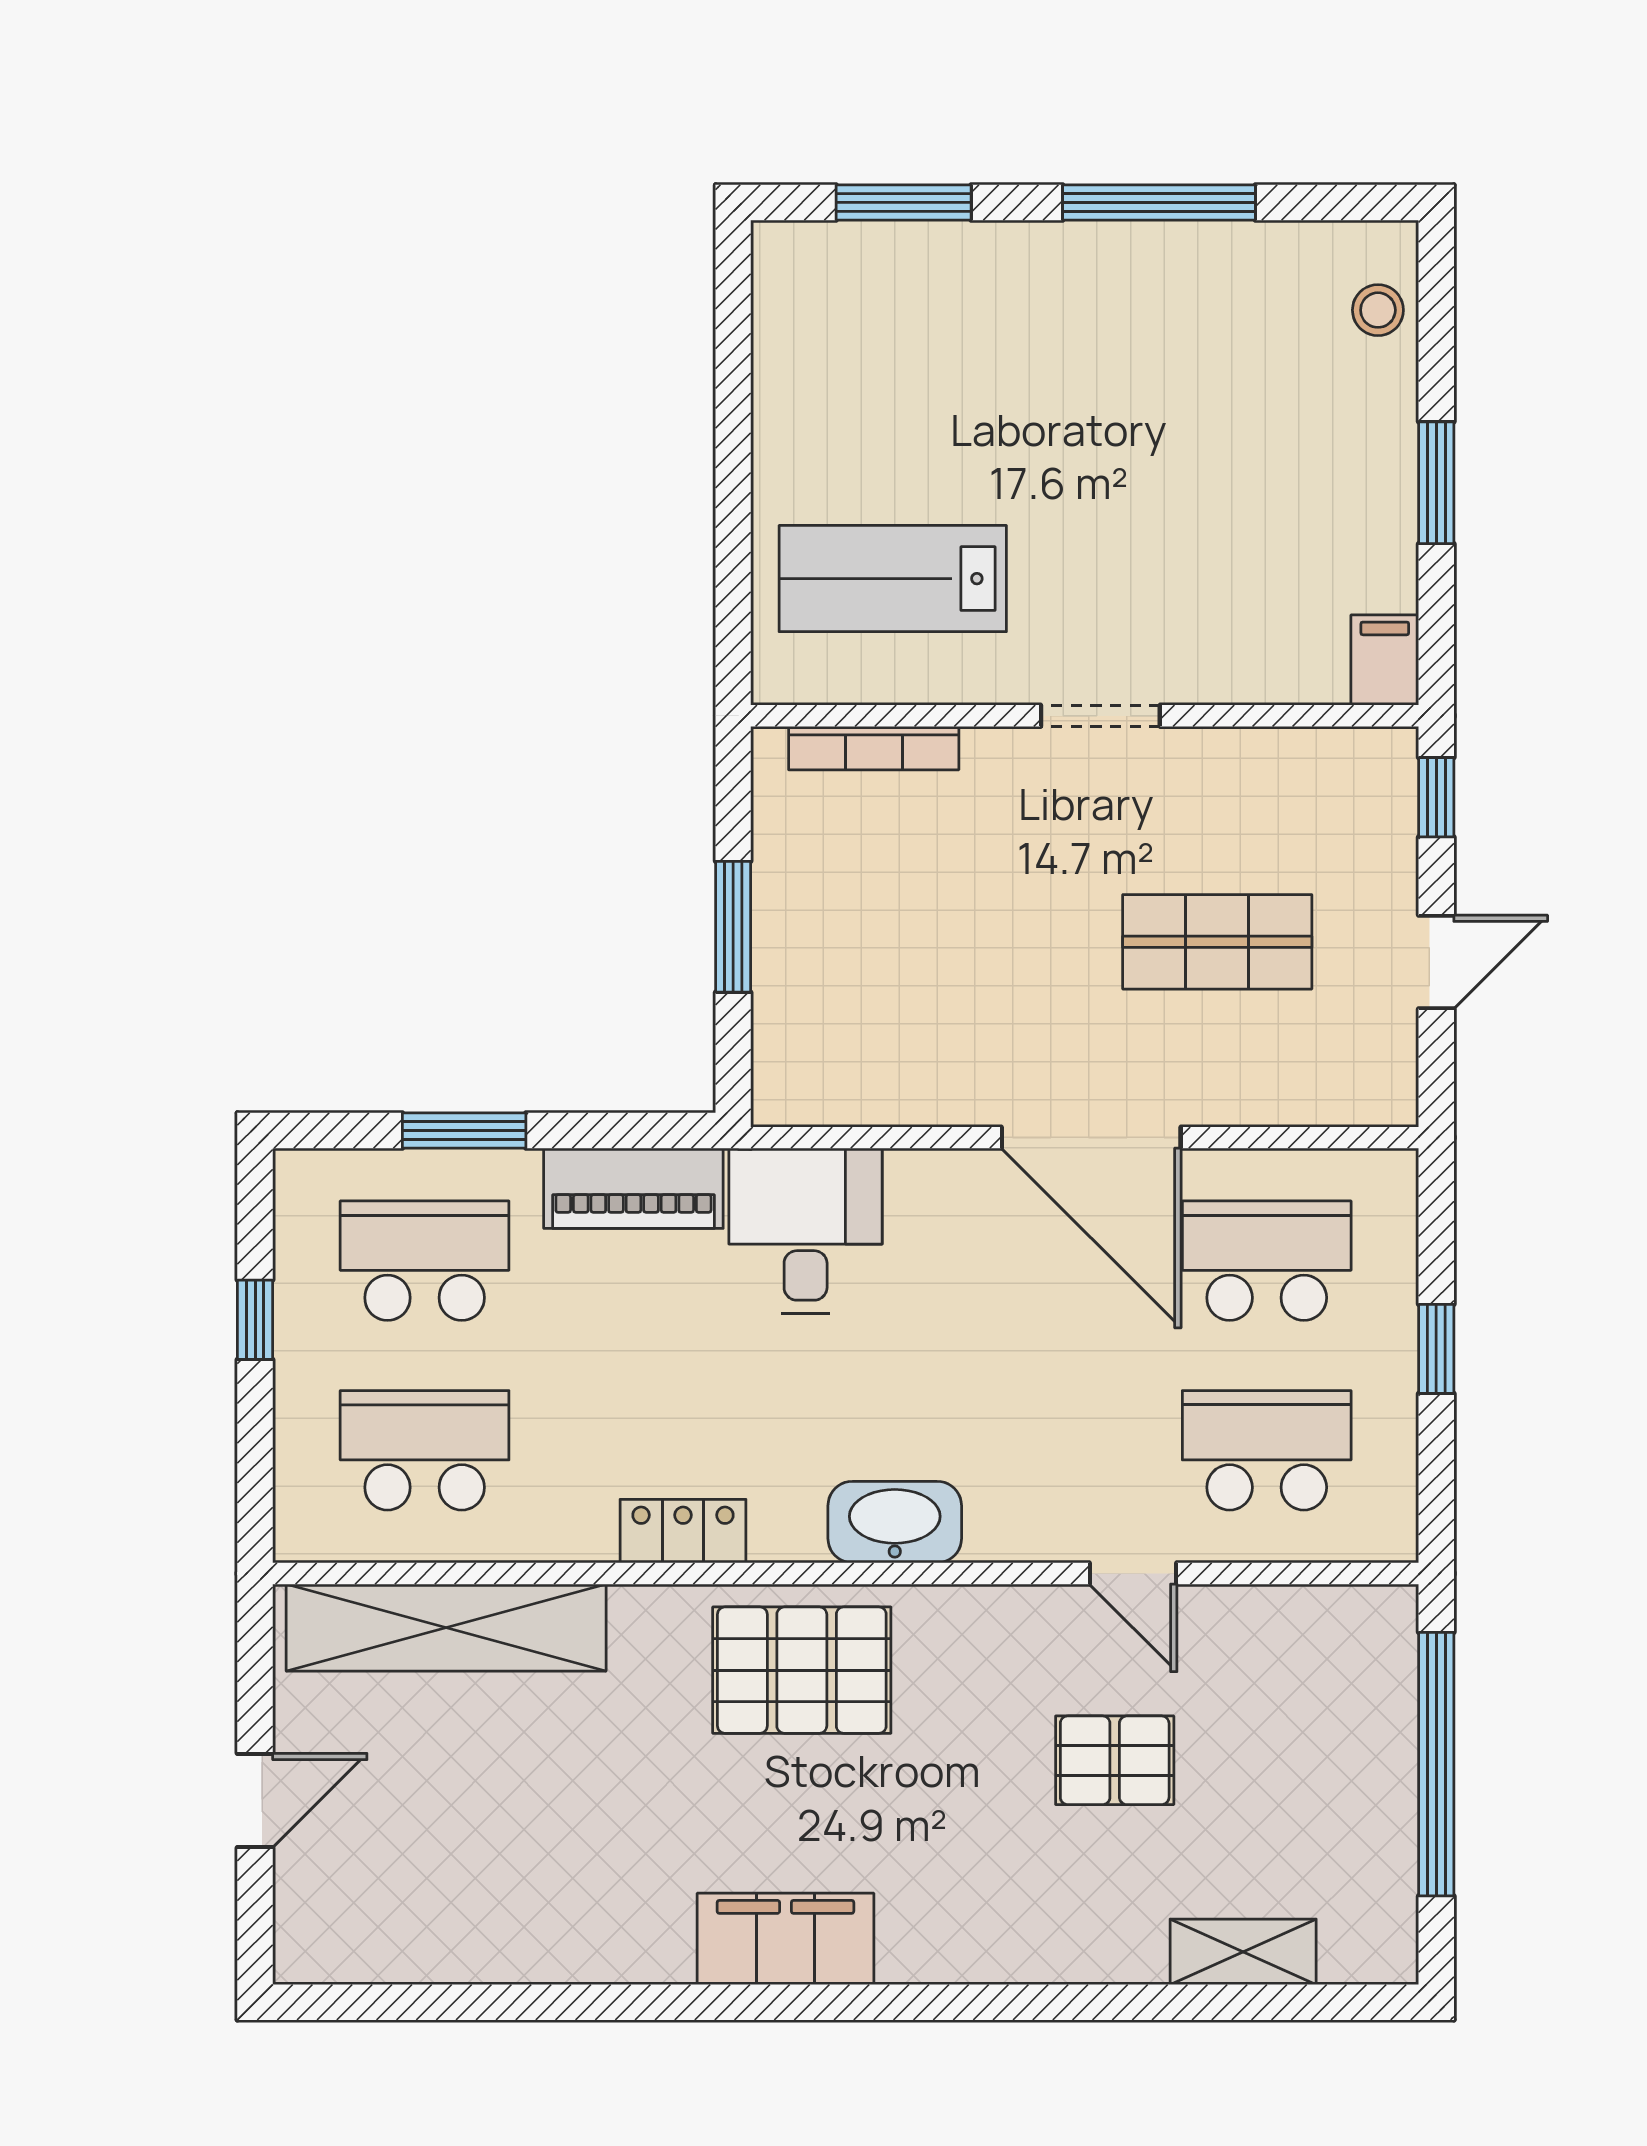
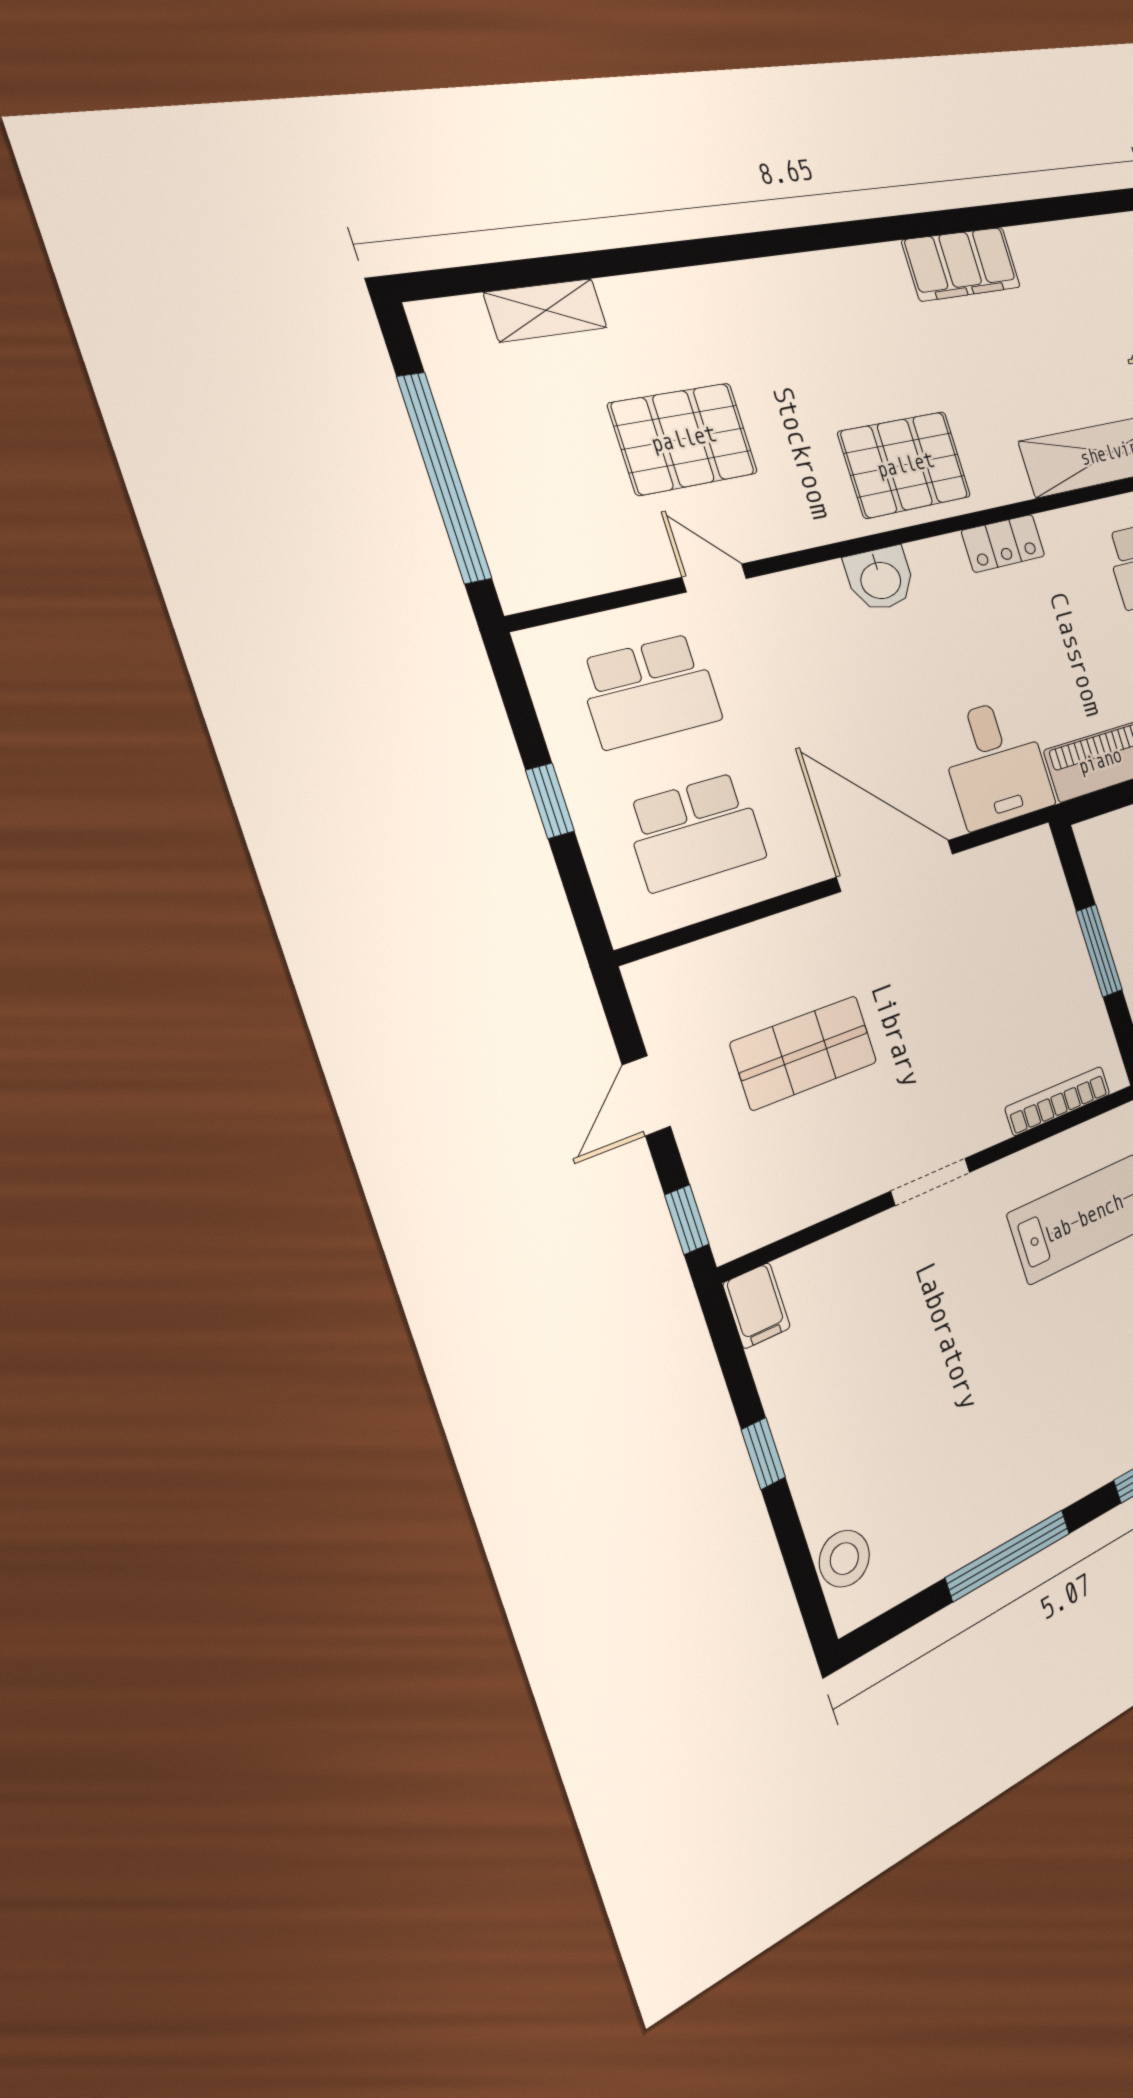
stool: (1378, 310) -> (844, 1559), width x1.37, depth x1.37
window: (1436, 483) -> (763, 1454), width x0.67
door: (1091, 1138) -> (895, 865), moved
washbasin: (895, 1522) -> (880, 579), width x0.72
pallet: (1115, 1760) -> (683, 439), width x1.50, depth x1.42
filing cabinet: (785, 1939) -> (962, 264), moved

